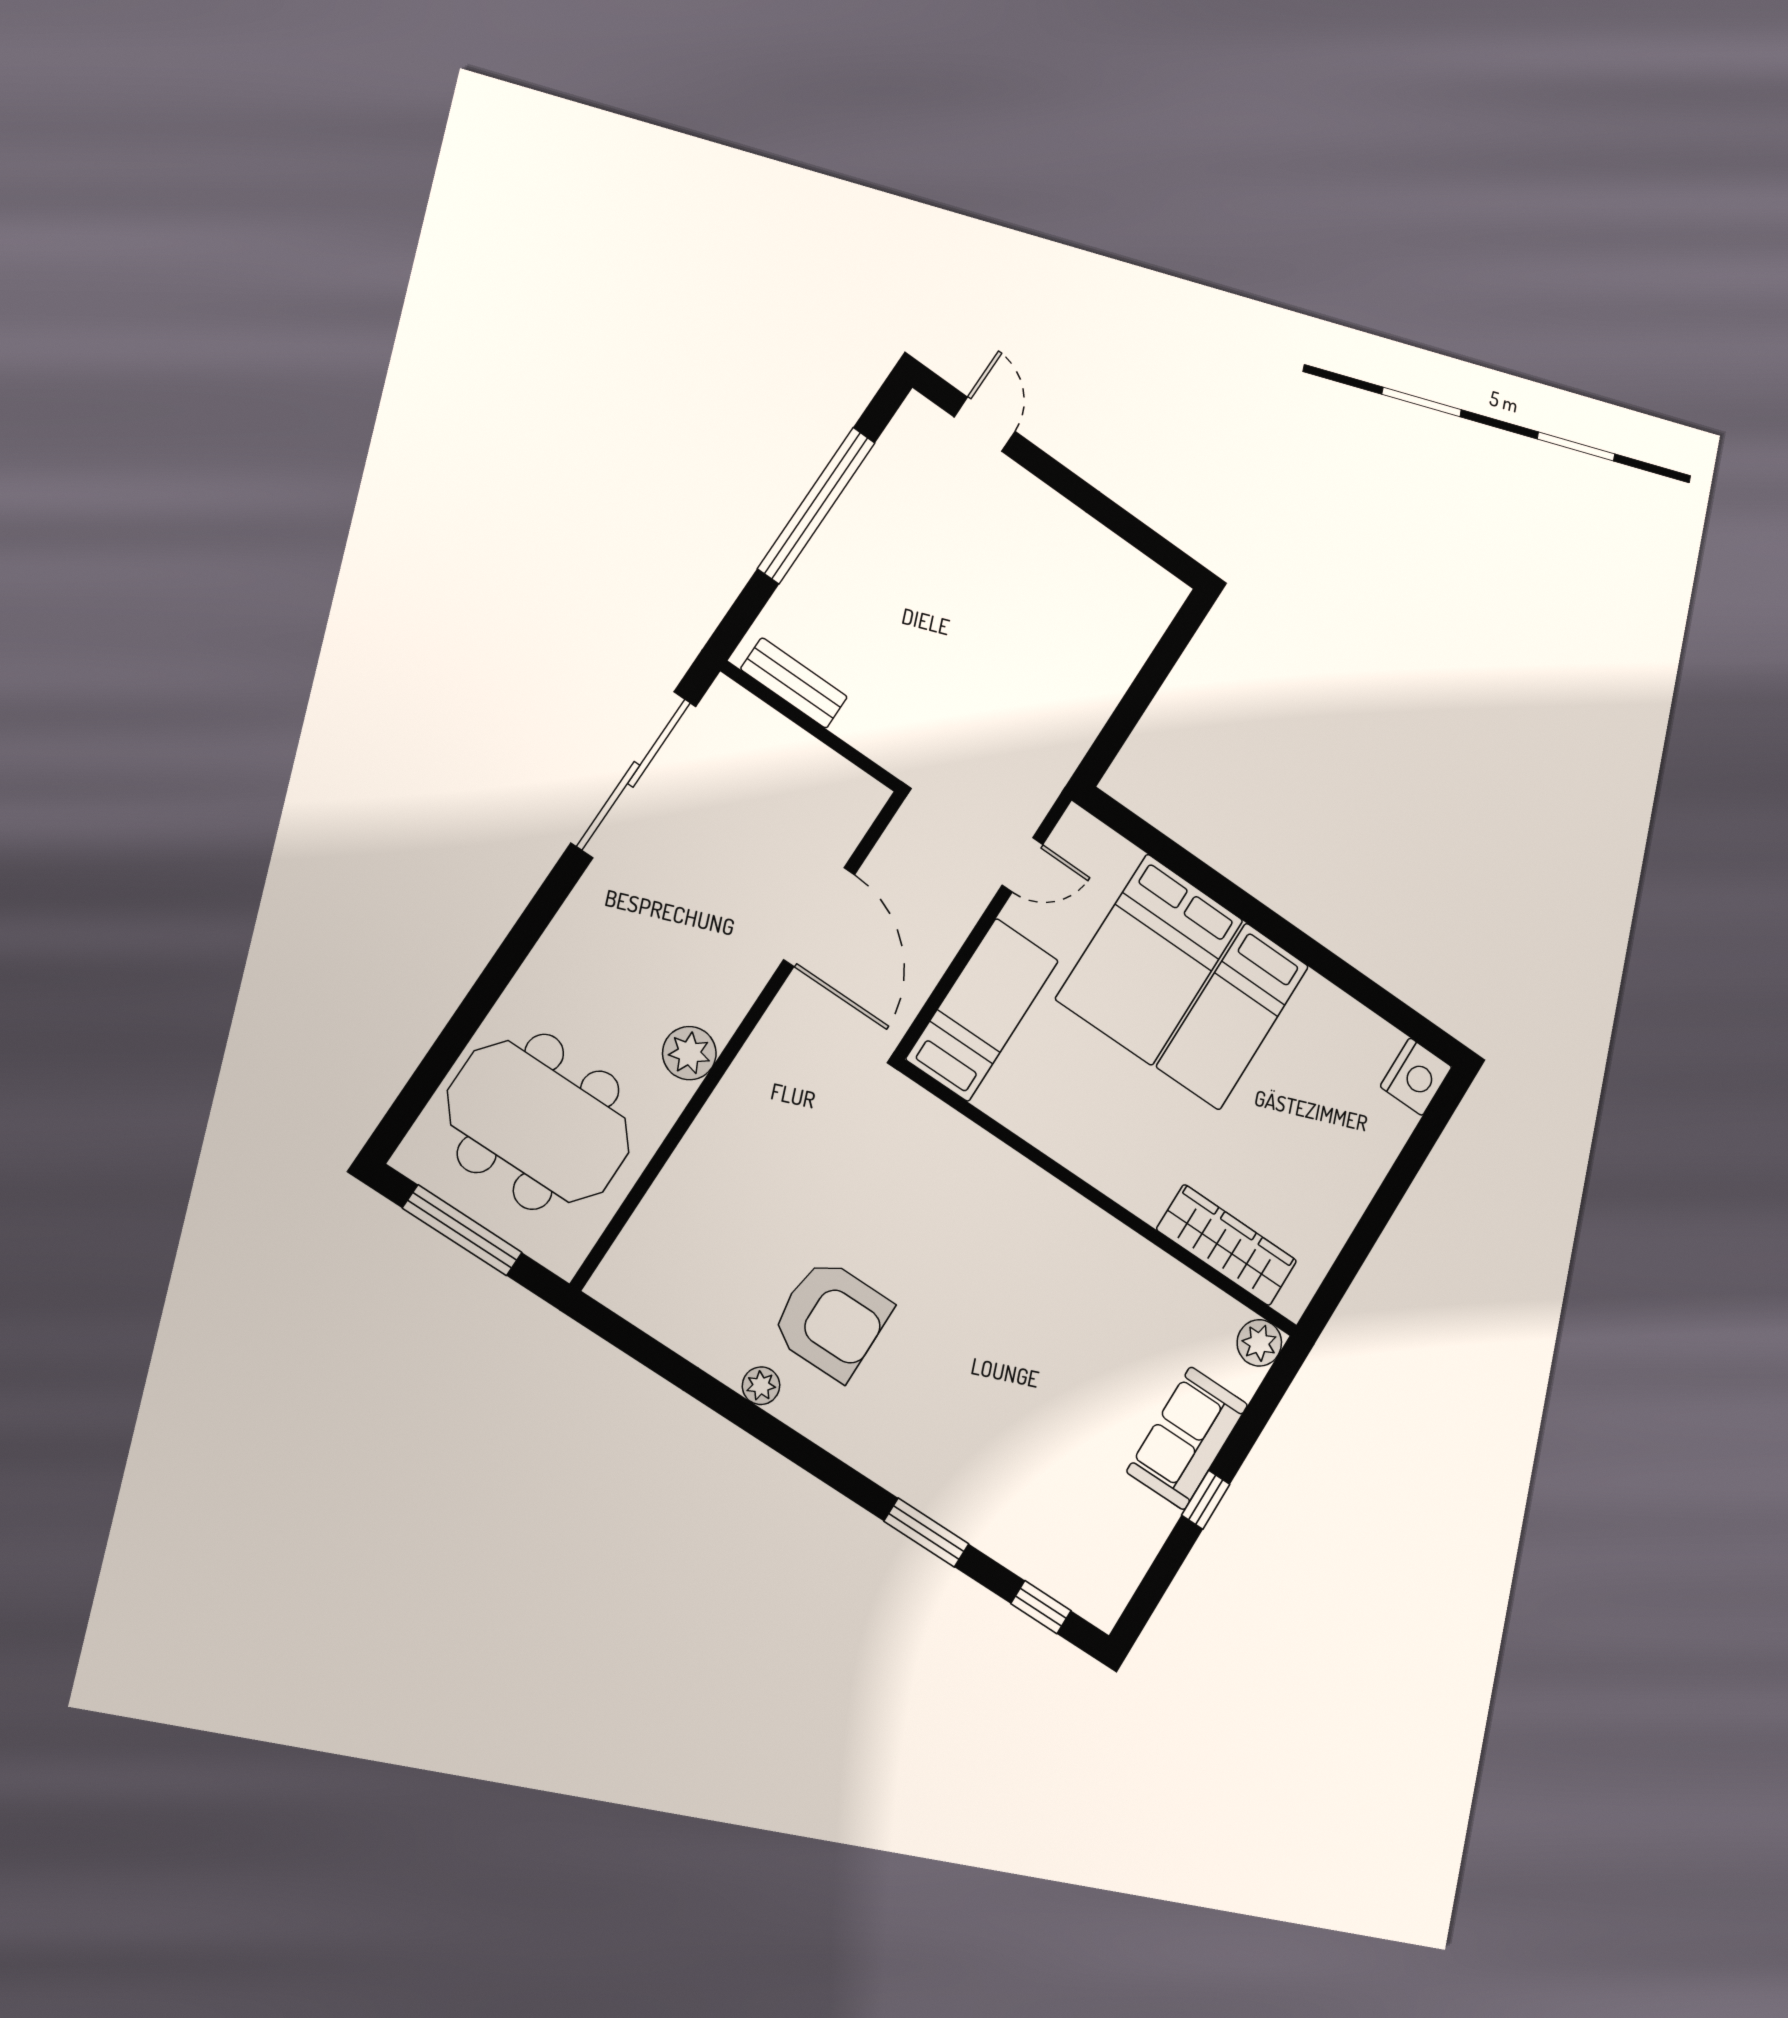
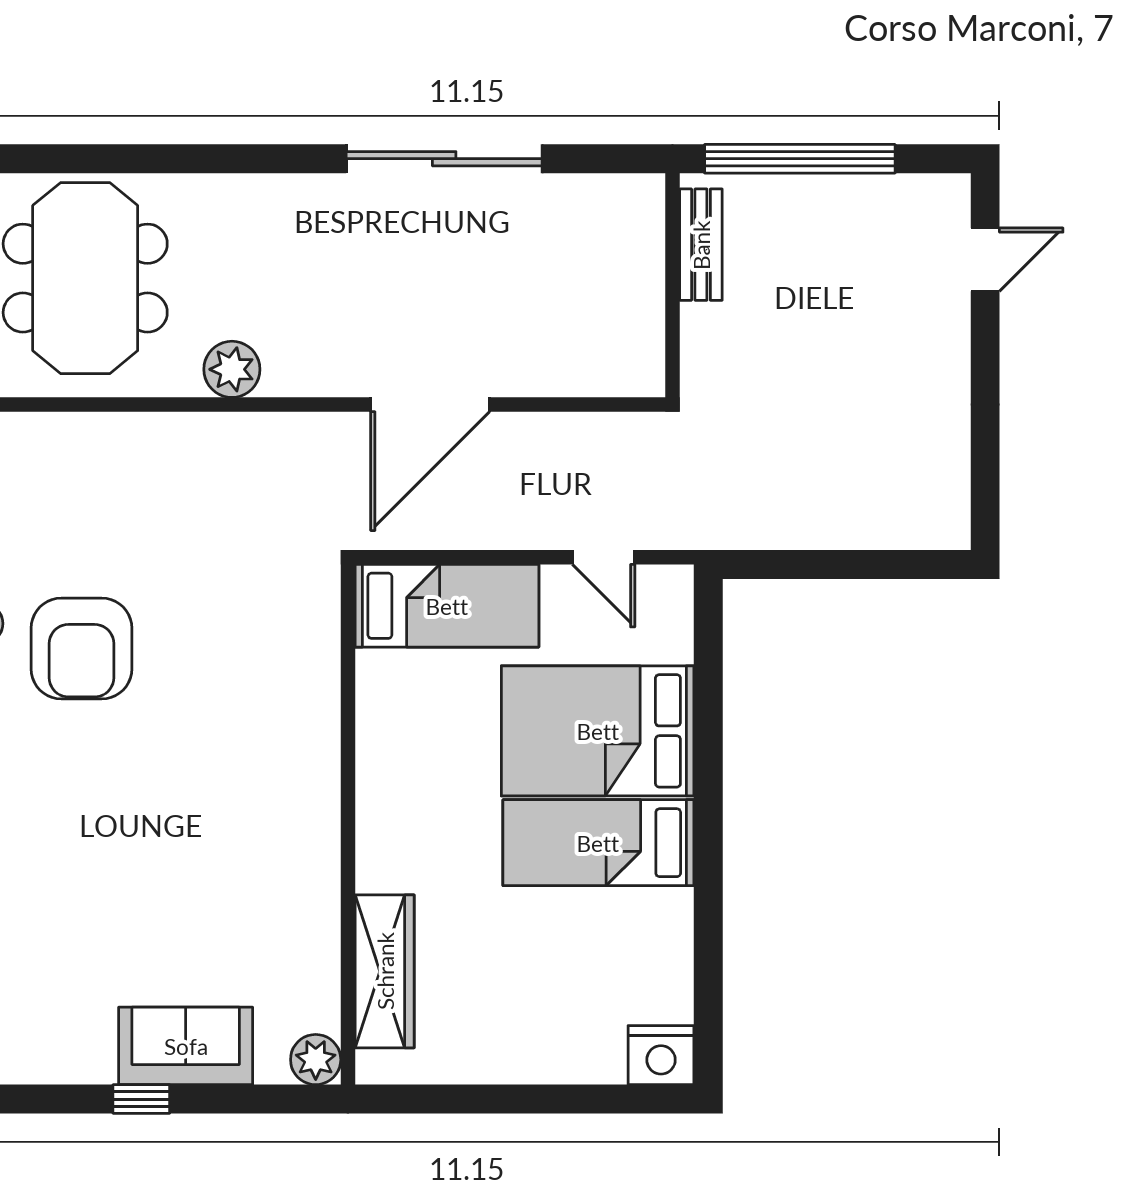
bench: (794, 683) -> (701, 245), moved
wall: (811, 726) -> (673, 285), moved

